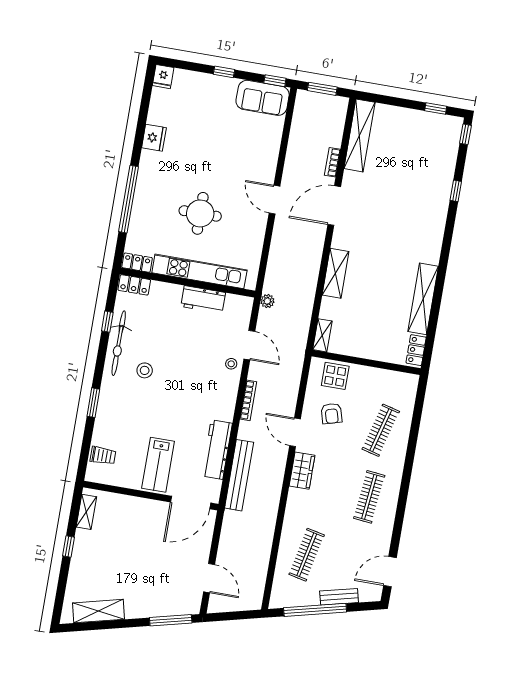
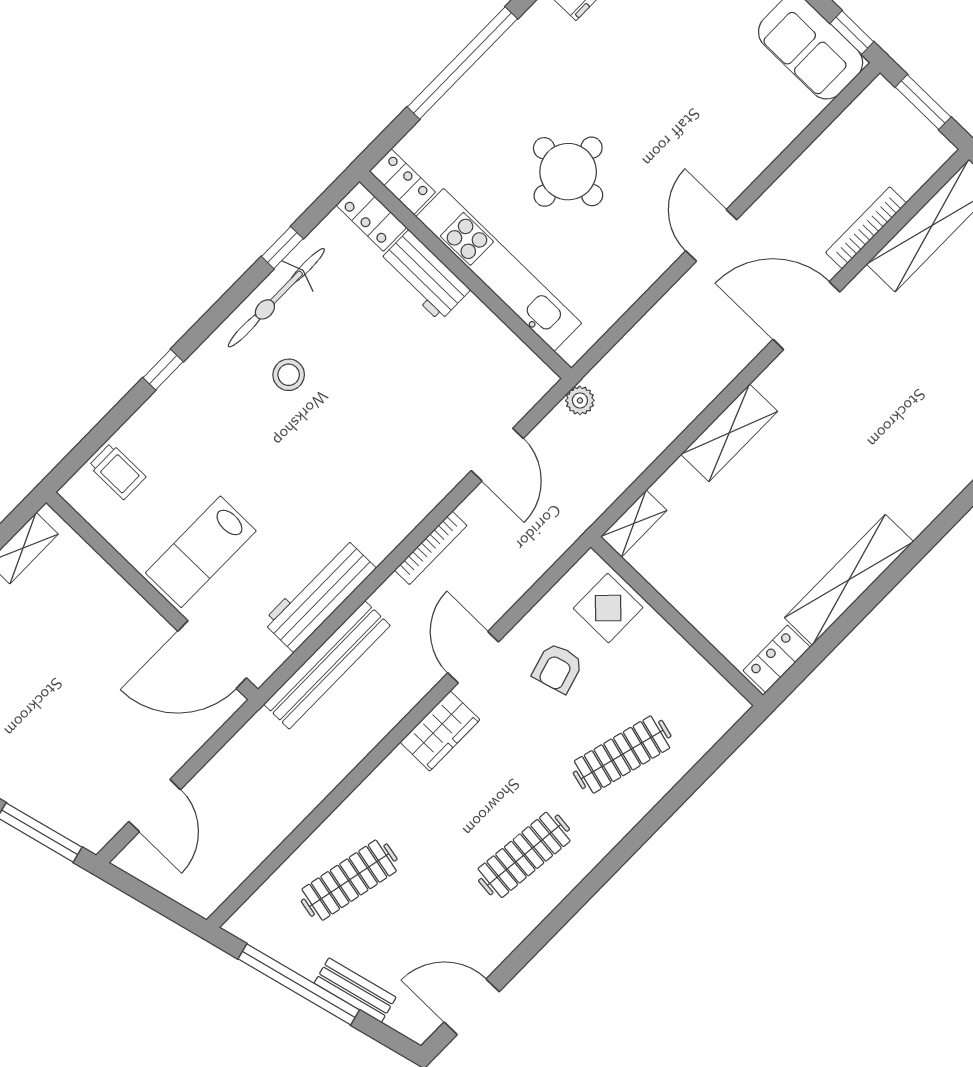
bookcase: (333, 162) -> (866, 228), width x1.56
workbench: (203, 300) -> (424, 276), moved
stool: (231, 364) -> (444, 465), removed
window: (93, 403) -> (163, 370), width x0.67

